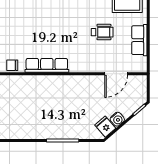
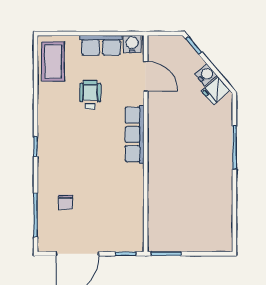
water cooler: (140, 64) -> (132, 44), added
chair: (12, 65) -> (65, 202), moved
row of seats: (47, 65) -> (135, 134), moved

